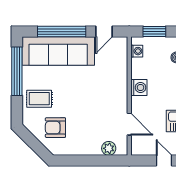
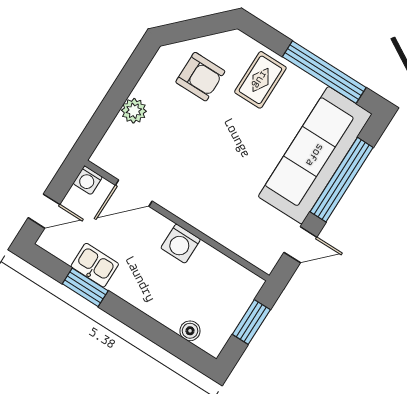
door: (104, 32) -> (300, 245), swing flipped
washing machine: (137, 51) -> (88, 180), moved
armchair: (55, 128) -> (200, 77), turned 90
plant: (109, 148) -> (134, 111), moved

